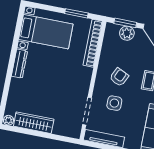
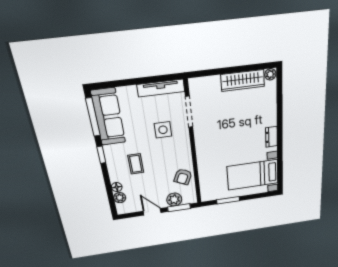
bookcase: (93, 43) -> (204, 180), removed
dresser: (19, 64) -> (272, 137), width x0.70
armchair: (119, 77) -> (183, 177), moved

